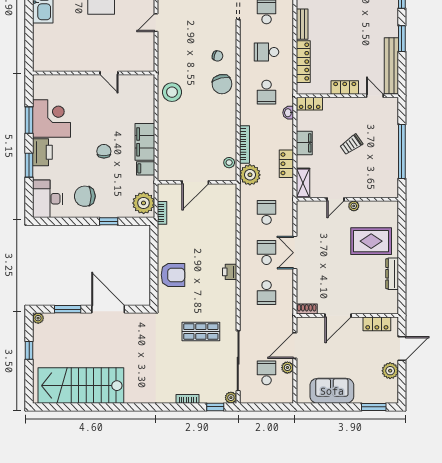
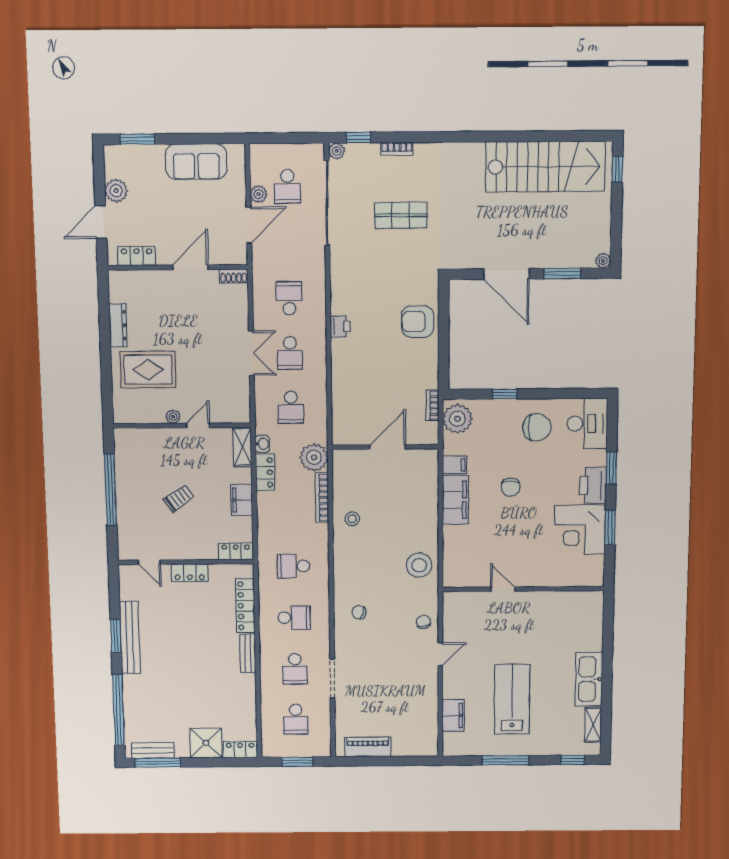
bench: (391, 66) -> (130, 637), moved
chair: (222, 84) -> (423, 622), moved, width x0.54, depth x0.54
school desk: (267, 92) -> (293, 566), turned -90
washbasin: (288, 113) -> (262, 444), moved
stool: (229, 163) -> (352, 519), moved
shop shelf: (201, 331) -> (401, 215), moved
window: (29, 350) -> (617, 169), moved

